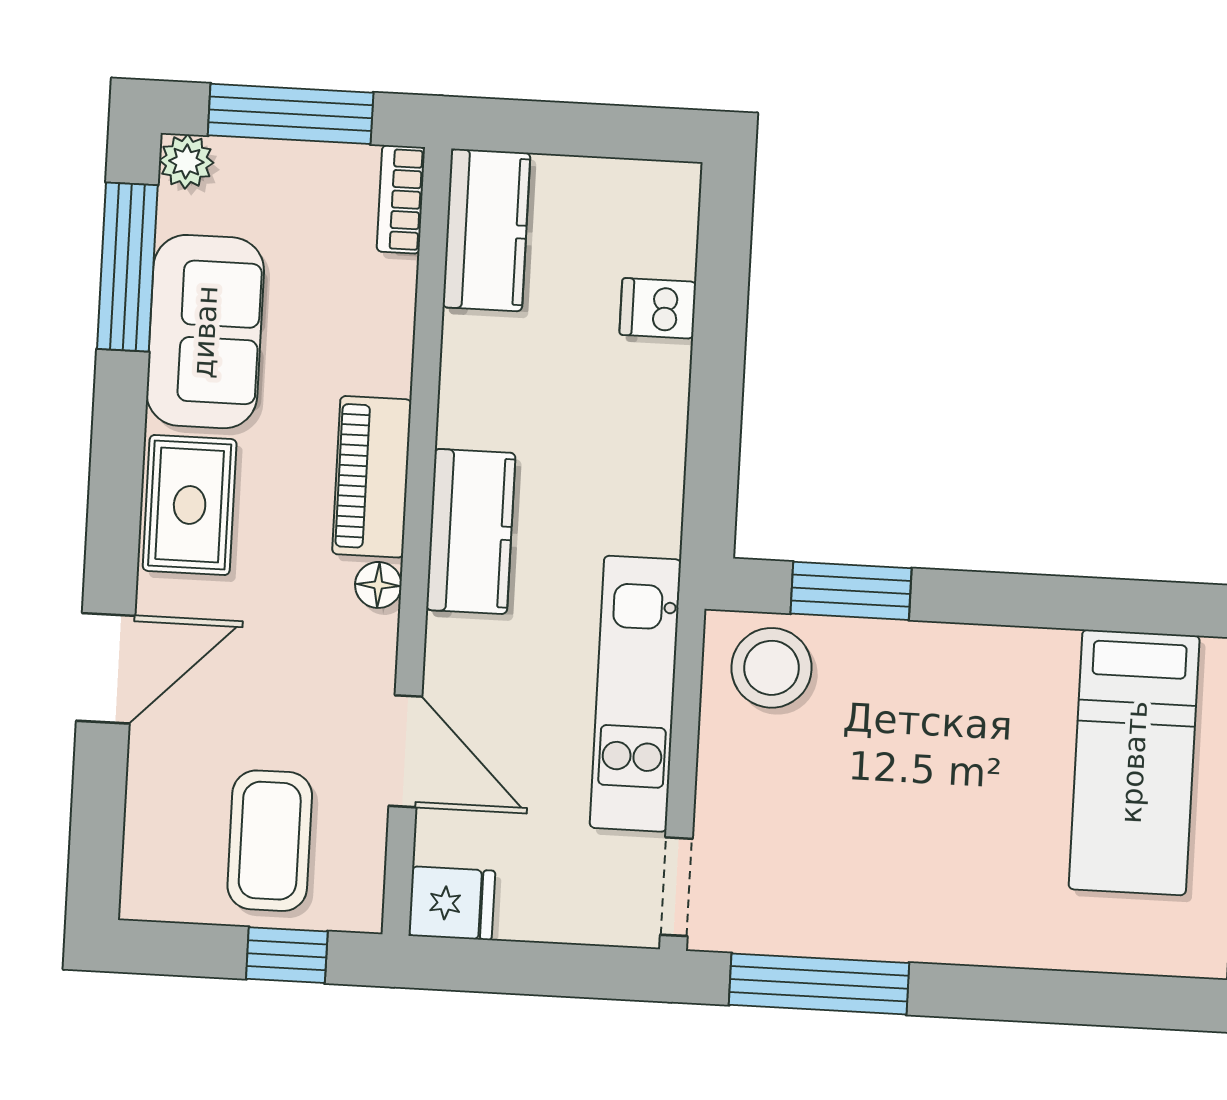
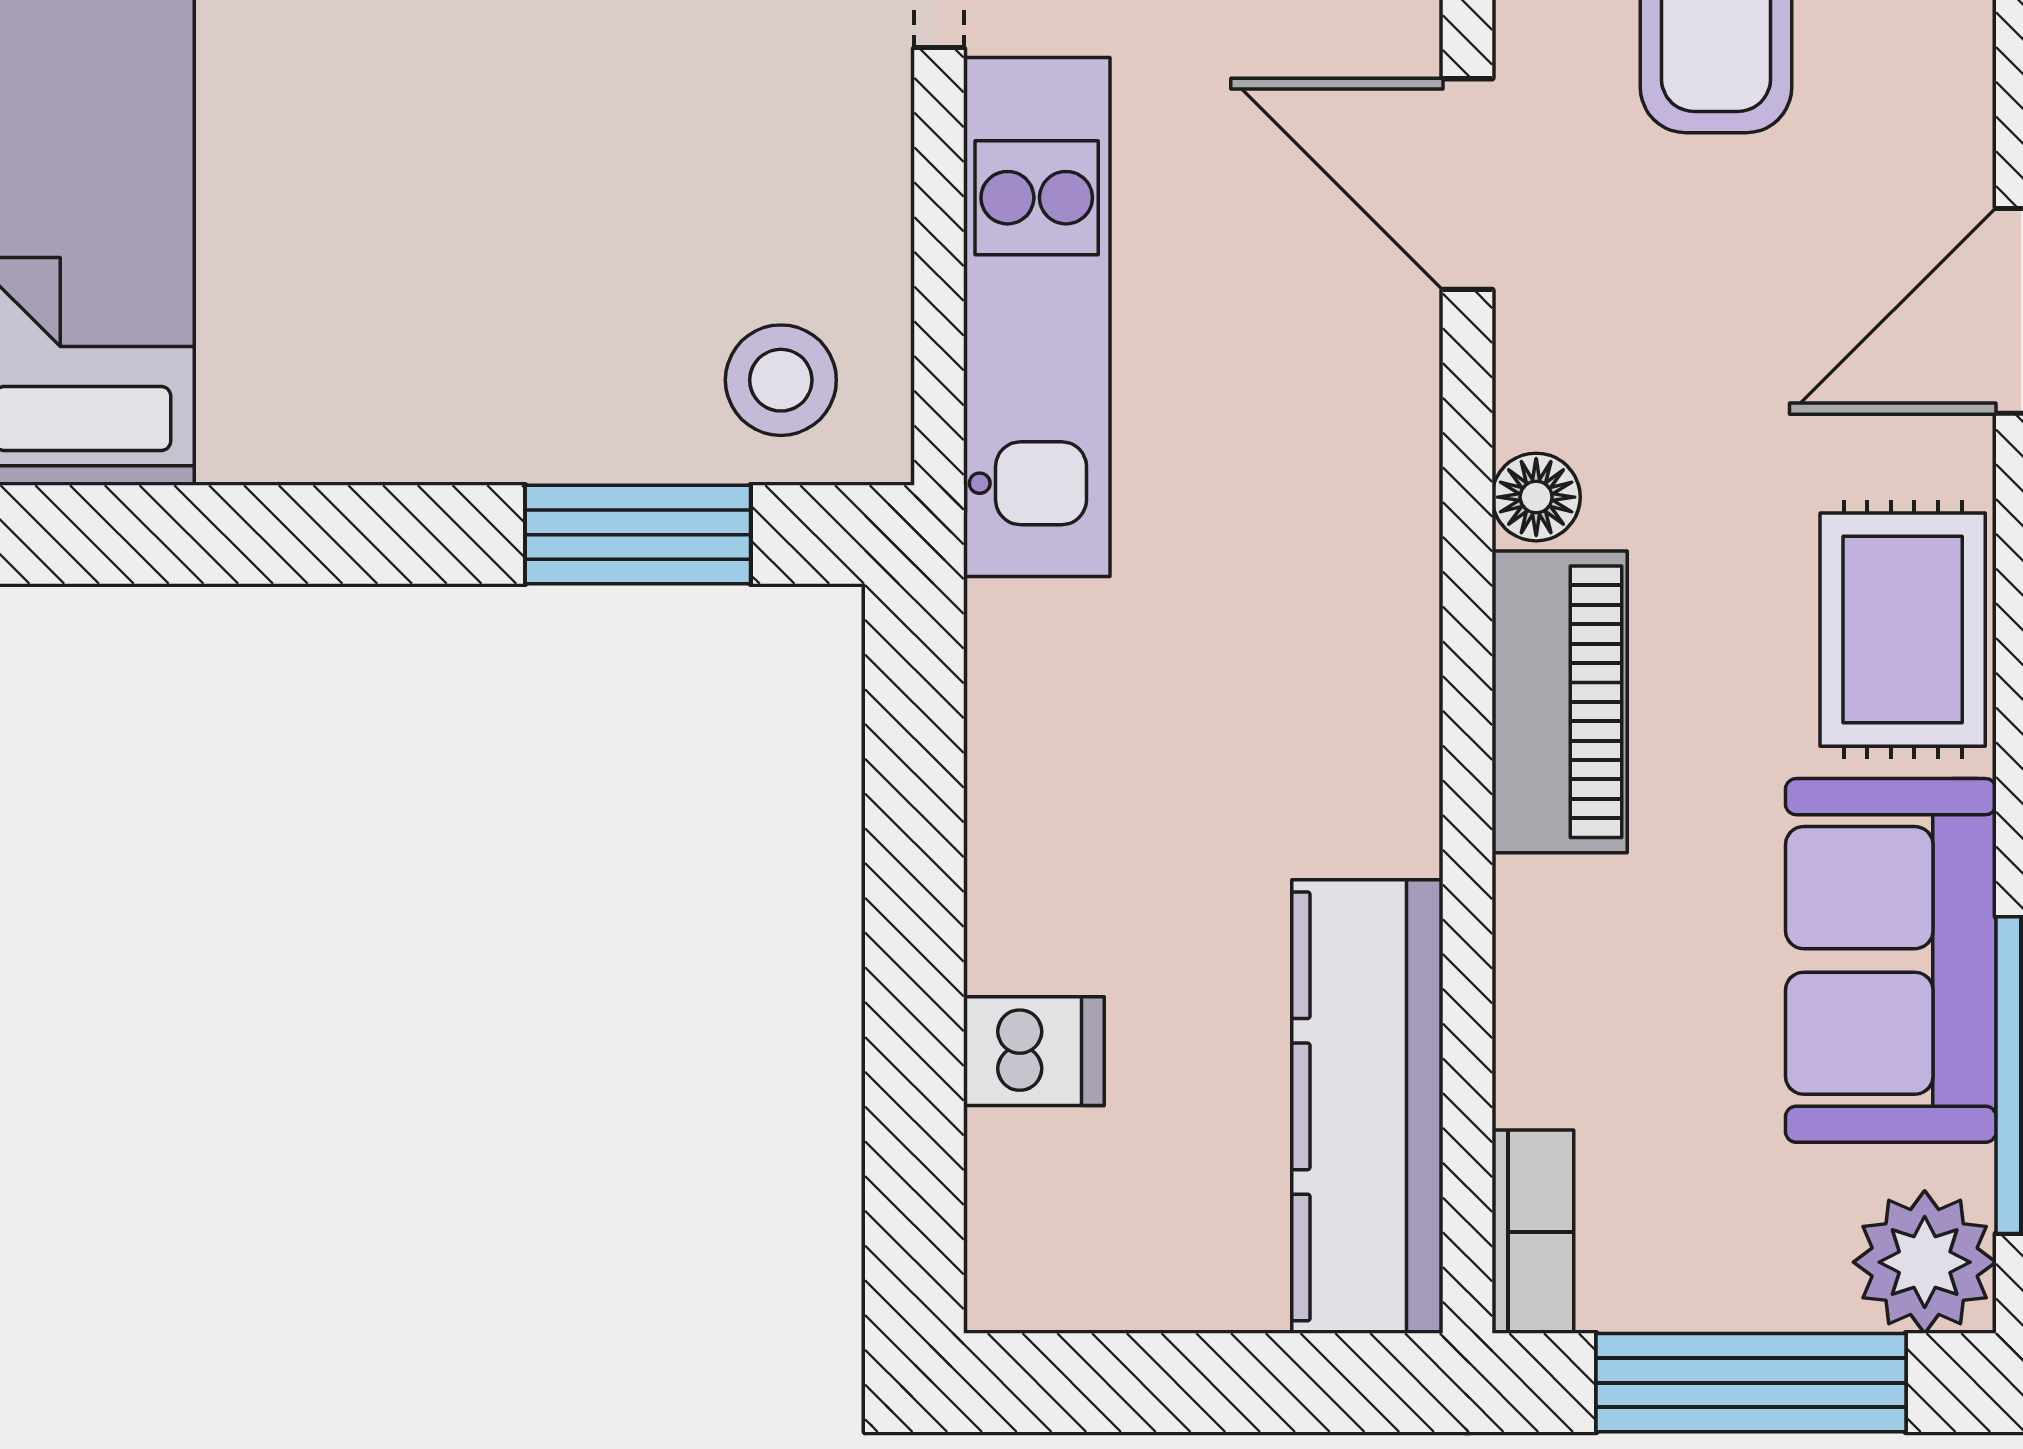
plant: (186, 162) -> (1925, 1262), width x1.38, depth x1.38
kitchen counter: (486, 230) -> (1367, 1106), width x1.50
kitchen counter: (471, 531) -> (1366, 608), removed
stool: (771, 668) -> (781, 380), width x0.73, depth x0.73

